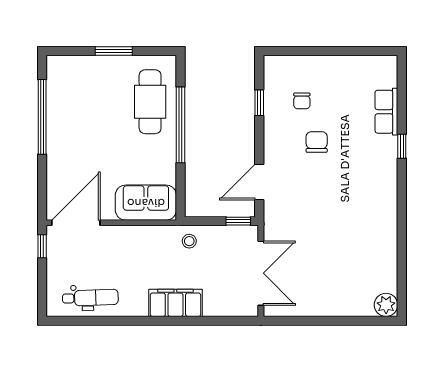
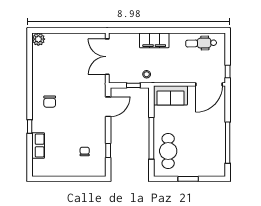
chair: (317, 142) -> (50, 102), moved
window: (238, 221) -> (133, 85), moved

